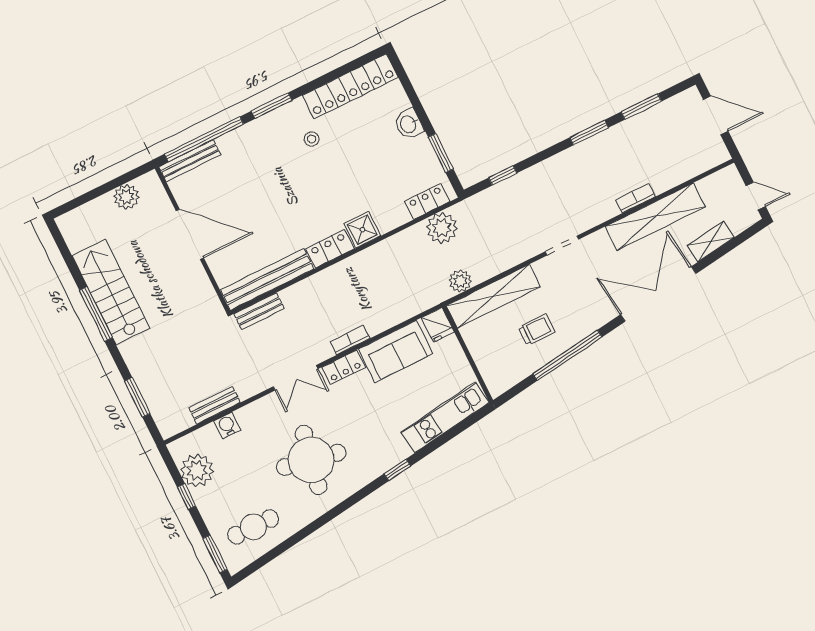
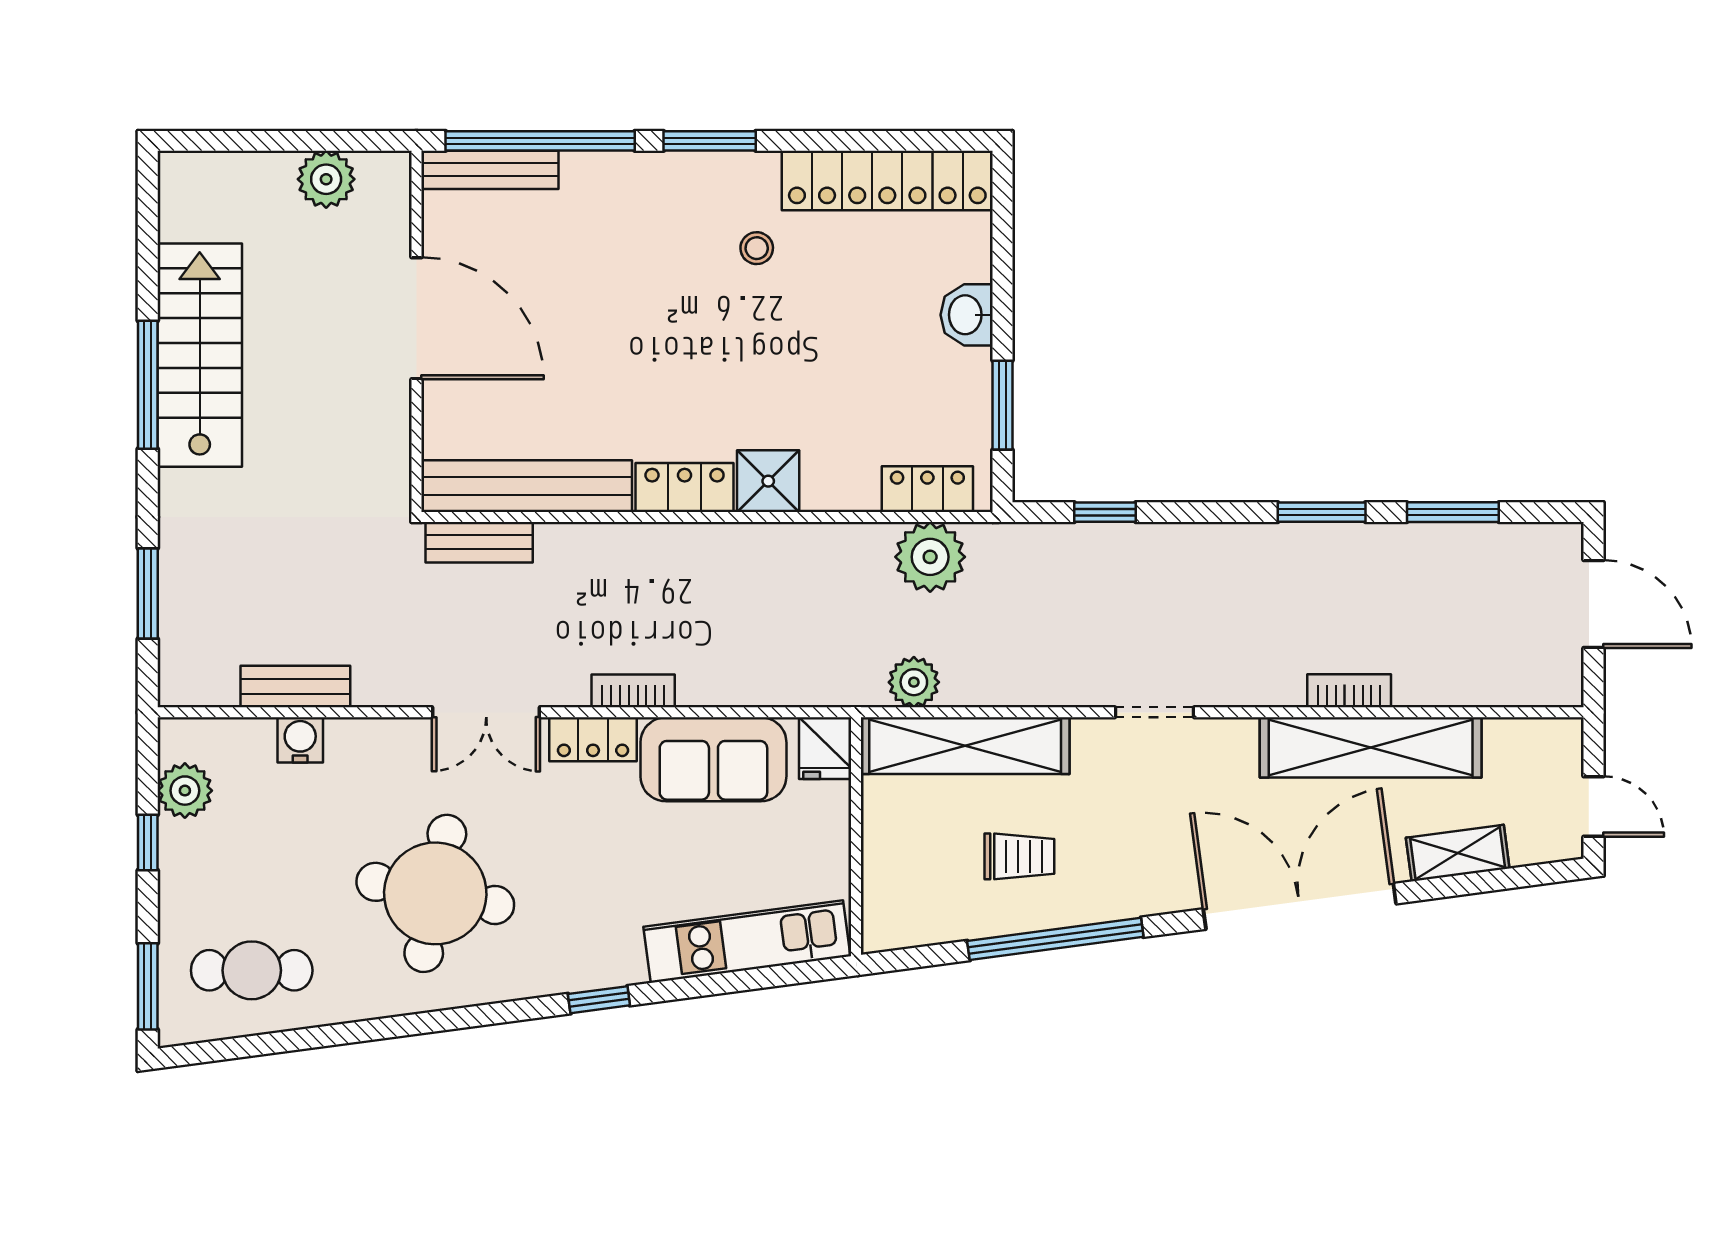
plant: (197, 470) -> (185, 791), width x0.73, depth x0.73

